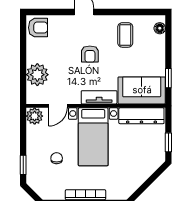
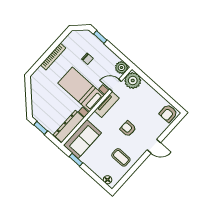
plant: (37, 75) -> (133, 81), moved
tv unit: (99, 97) -> (107, 104), moved
door: (58, 106) -> (115, 85), hinge flipped

